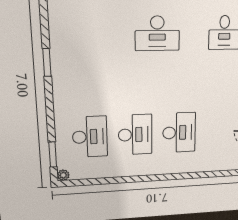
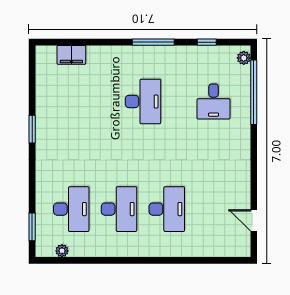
desk: (157, 33) -> (143, 101), turned -90
plant: (63, 175) -> (62, 251), moved

